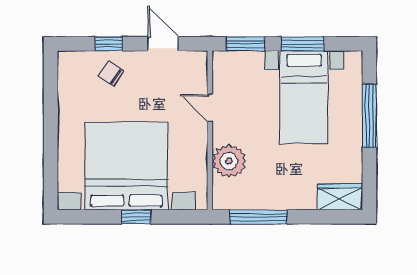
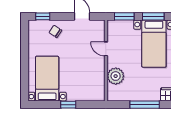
window: (109, 44) -> (43, 16), moved
bed with nightstands: (126, 166) -> (47, 79), width x0.54
window: (258, 217) -> (145, 105), moved

